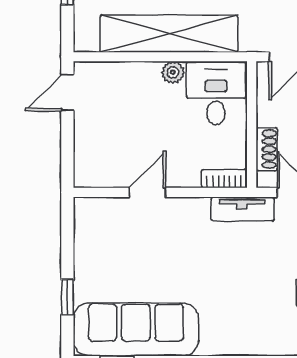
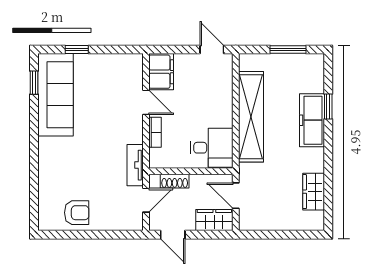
plant: (173, 72) -> (225, 119), removed
filing cabinet: (101, 170) -> (161, 72), added
bookcase: (224, 179) -> (155, 132), moved

